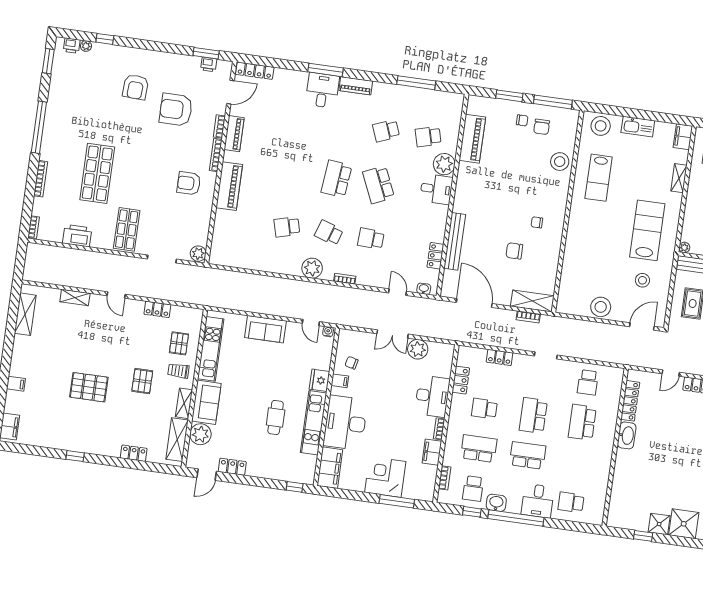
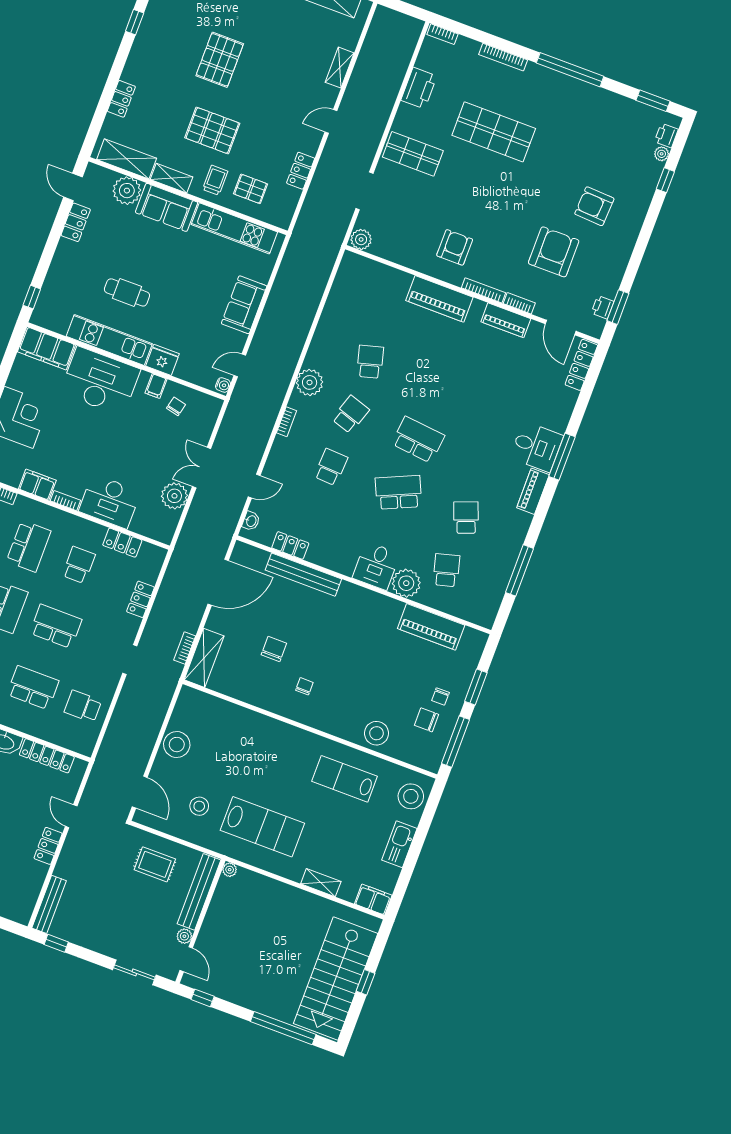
pallet: (142, 381) -> (212, 131), width x1.50, depth x1.42

